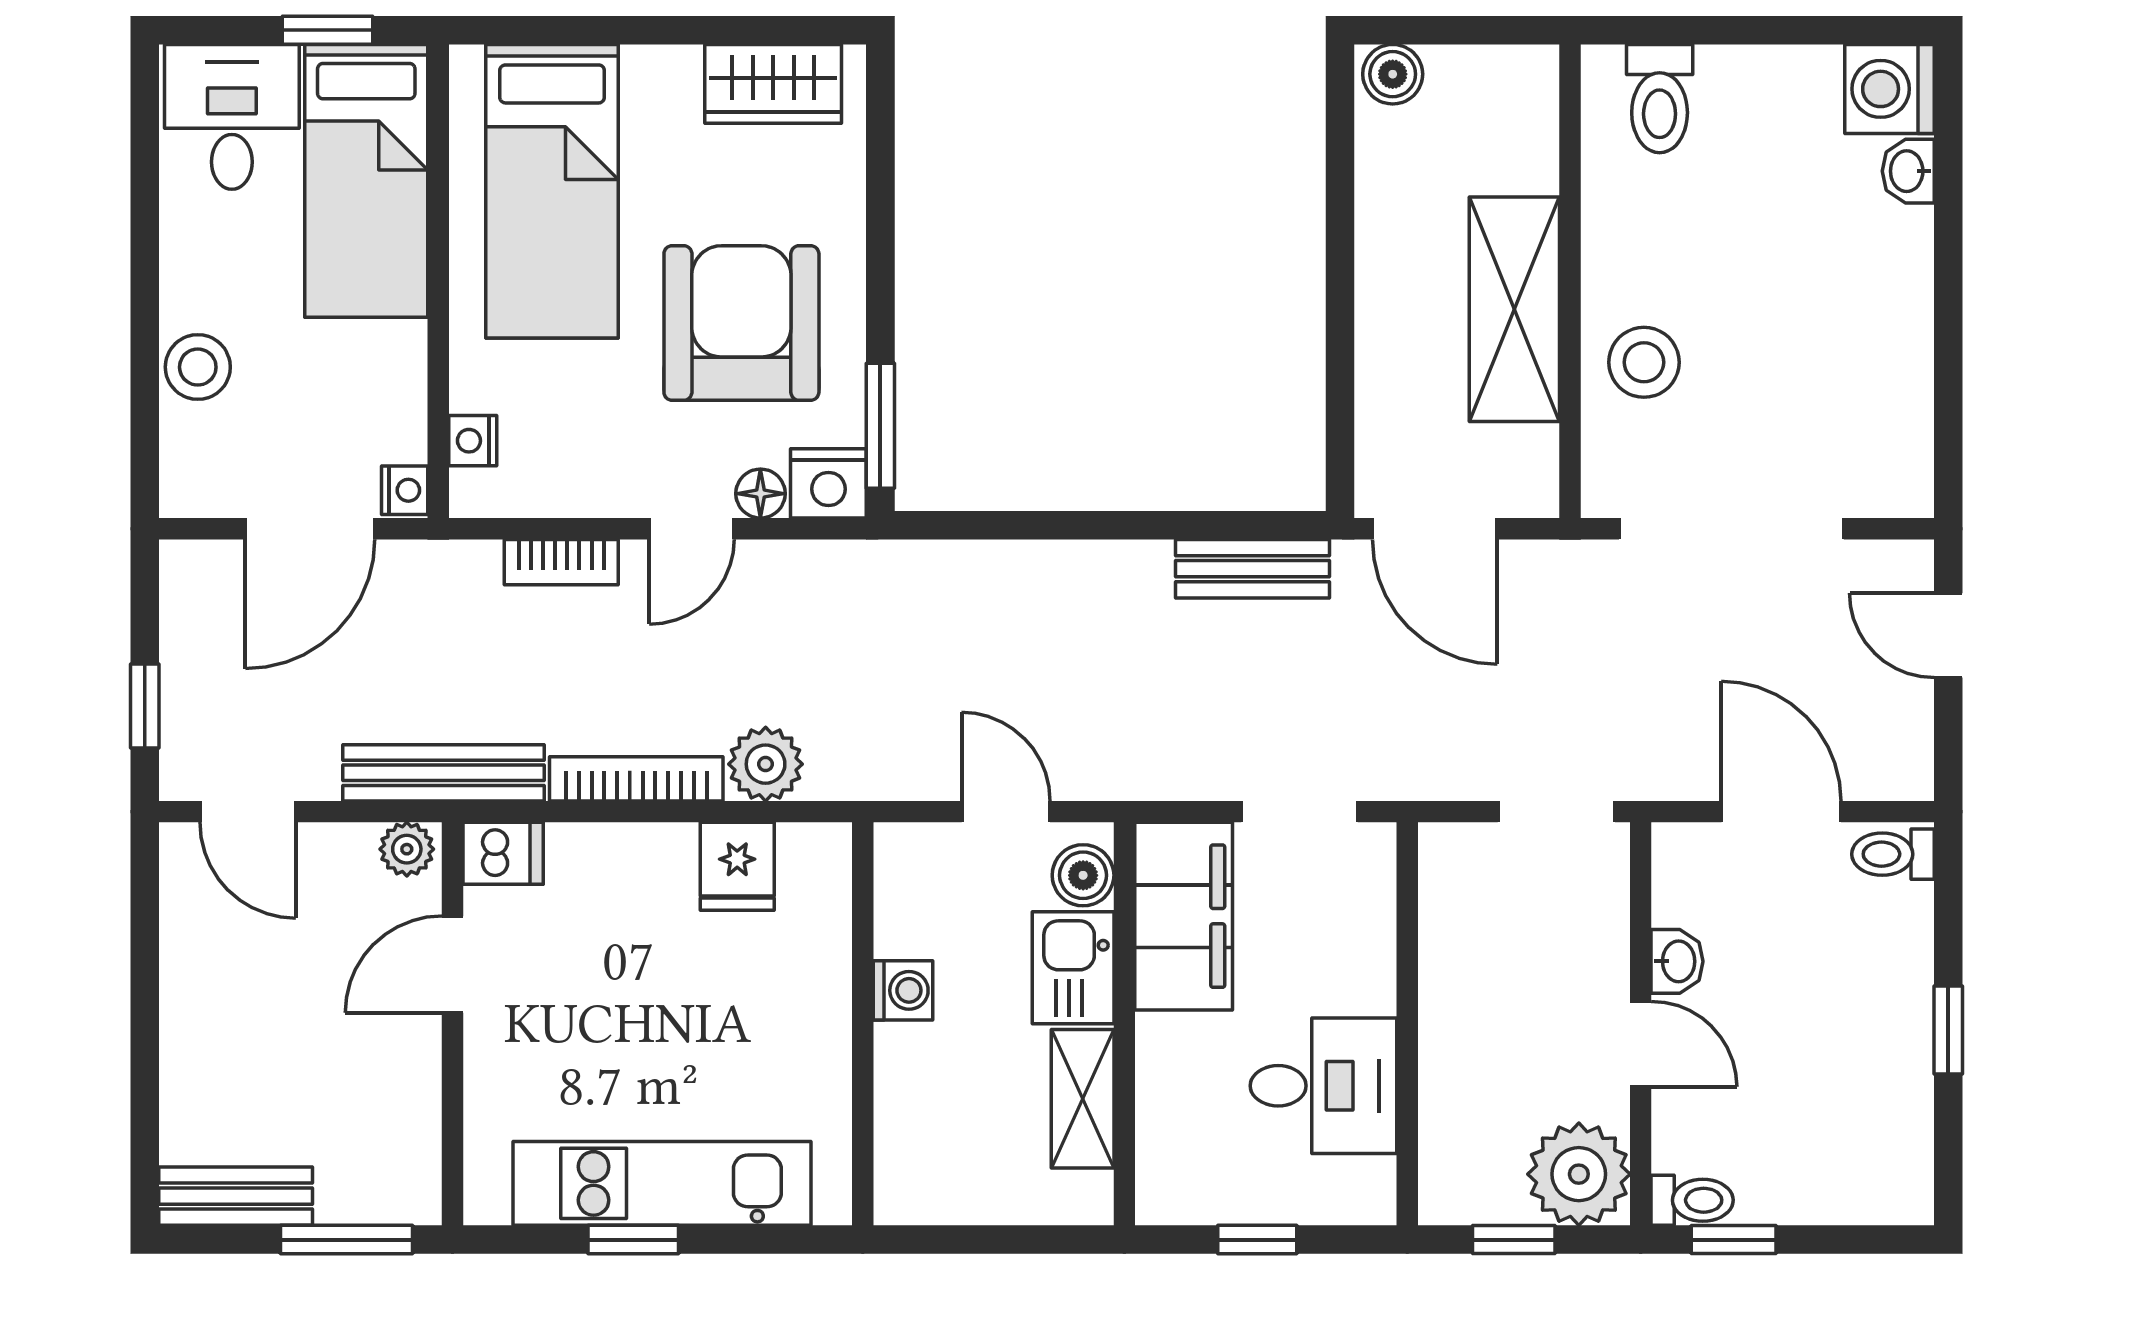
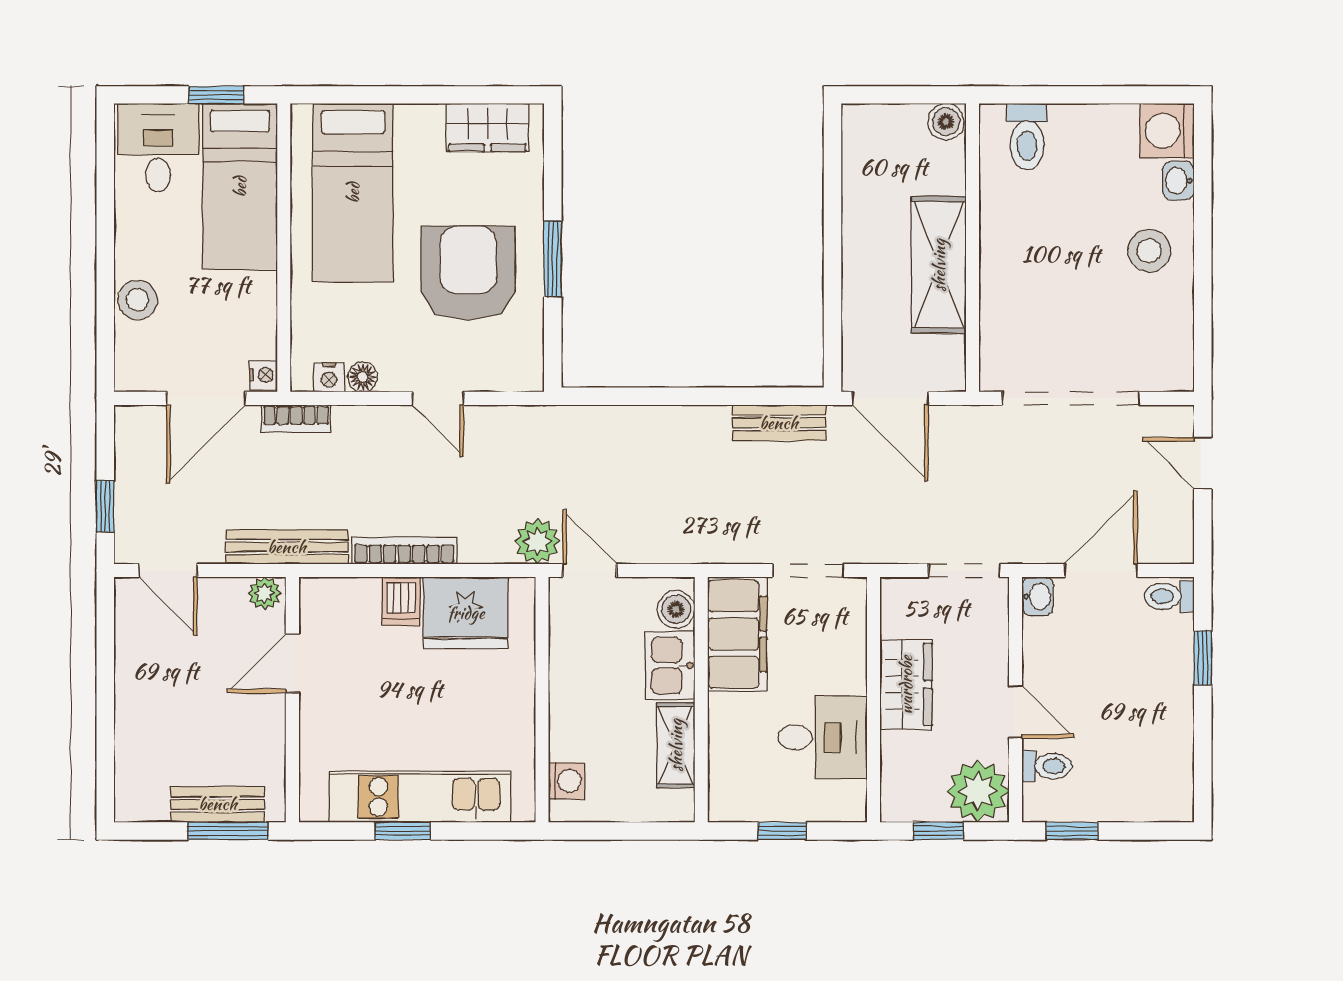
boiler: (1393, 74) -> (946, 122), moved
stool: (1644, 362) -> (1149, 251), moved
window: (880, 426) -> (553, 259), moved
nightstand: (473, 441) -> (329, 377), moved, turned -90
nightstand: (828, 483) -> (521, 371), removed
floor lamp: (760, 494) -> (363, 377), moved
door: (692, 529) -> (438, 398), hinge flipped
bookcase: (561, 562) -> (296, 419), moved
plant: (766, 764) -> (537, 542), moved
door: (1006, 812) -> (590, 571), moved
door: (1781, 812) -> (1101, 571), hinge flipped
dishwasher: (503, 853) -> (401, 601), moved, turned 90
fridge: (737, 866) -> (466, 613), width x1.88, depth x1.34
washbasin: (1677, 961) -> (1038, 596), moved
washing machine: (903, 990) -> (567, 781), moved
wardrobe: (1461, 999) -> (906, 685), added
window: (1948, 1030) -> (1203, 658), moved
bench: (236, 1196) -> (218, 804), moved
toilet: (1692, 1200) -> (1047, 766), moved

